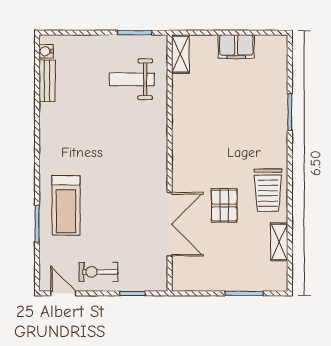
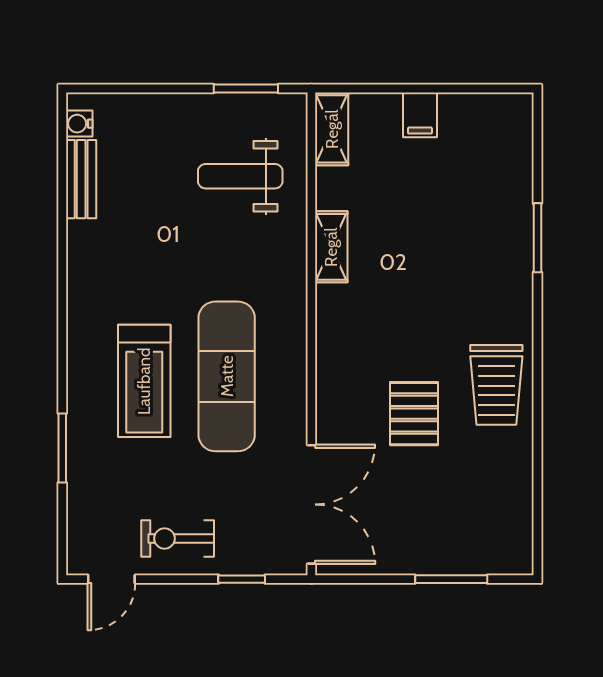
filing cabinet: (236, 47) -> (420, 115), width x0.50
exercise mat: (124, 186) -> (227, 376), added
treadmill: (66, 205) -> (144, 381), moved
double door: (170, 224) -> (311, 504), moved
shelving: (279, 242) -> (331, 247), moved
door: (63, 293) -> (111, 579), swing flipped

